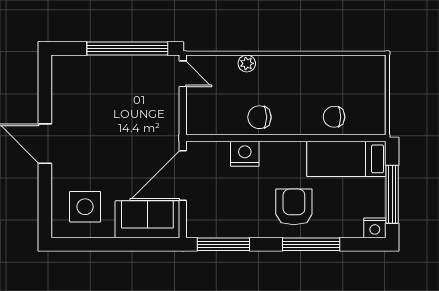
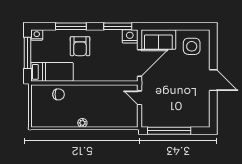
plant: (247, 63) -> (82, 123), moved
door: (183, 74) -> (139, 98), moved
chair: (259, 117) -> (98, 94), removed
nightstand: (245, 154) -> (130, 36), moved, turned 180

